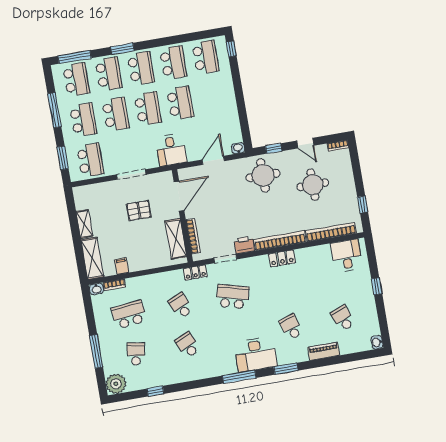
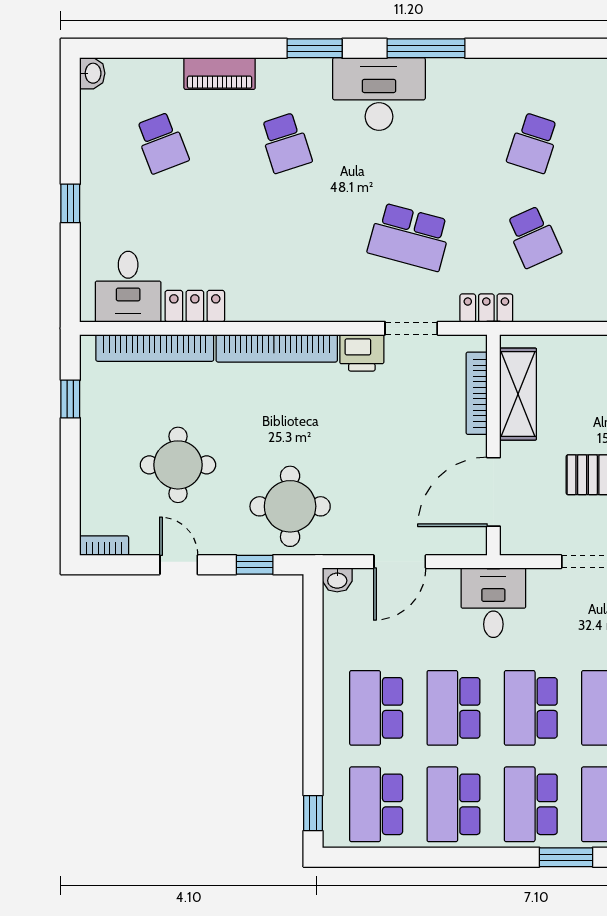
school desk: (212, 97) -> (376, 708), added
locker: (282, 258) -> (195, 306), moved
school desk: (188, 345) -> (533, 143), turned 42

